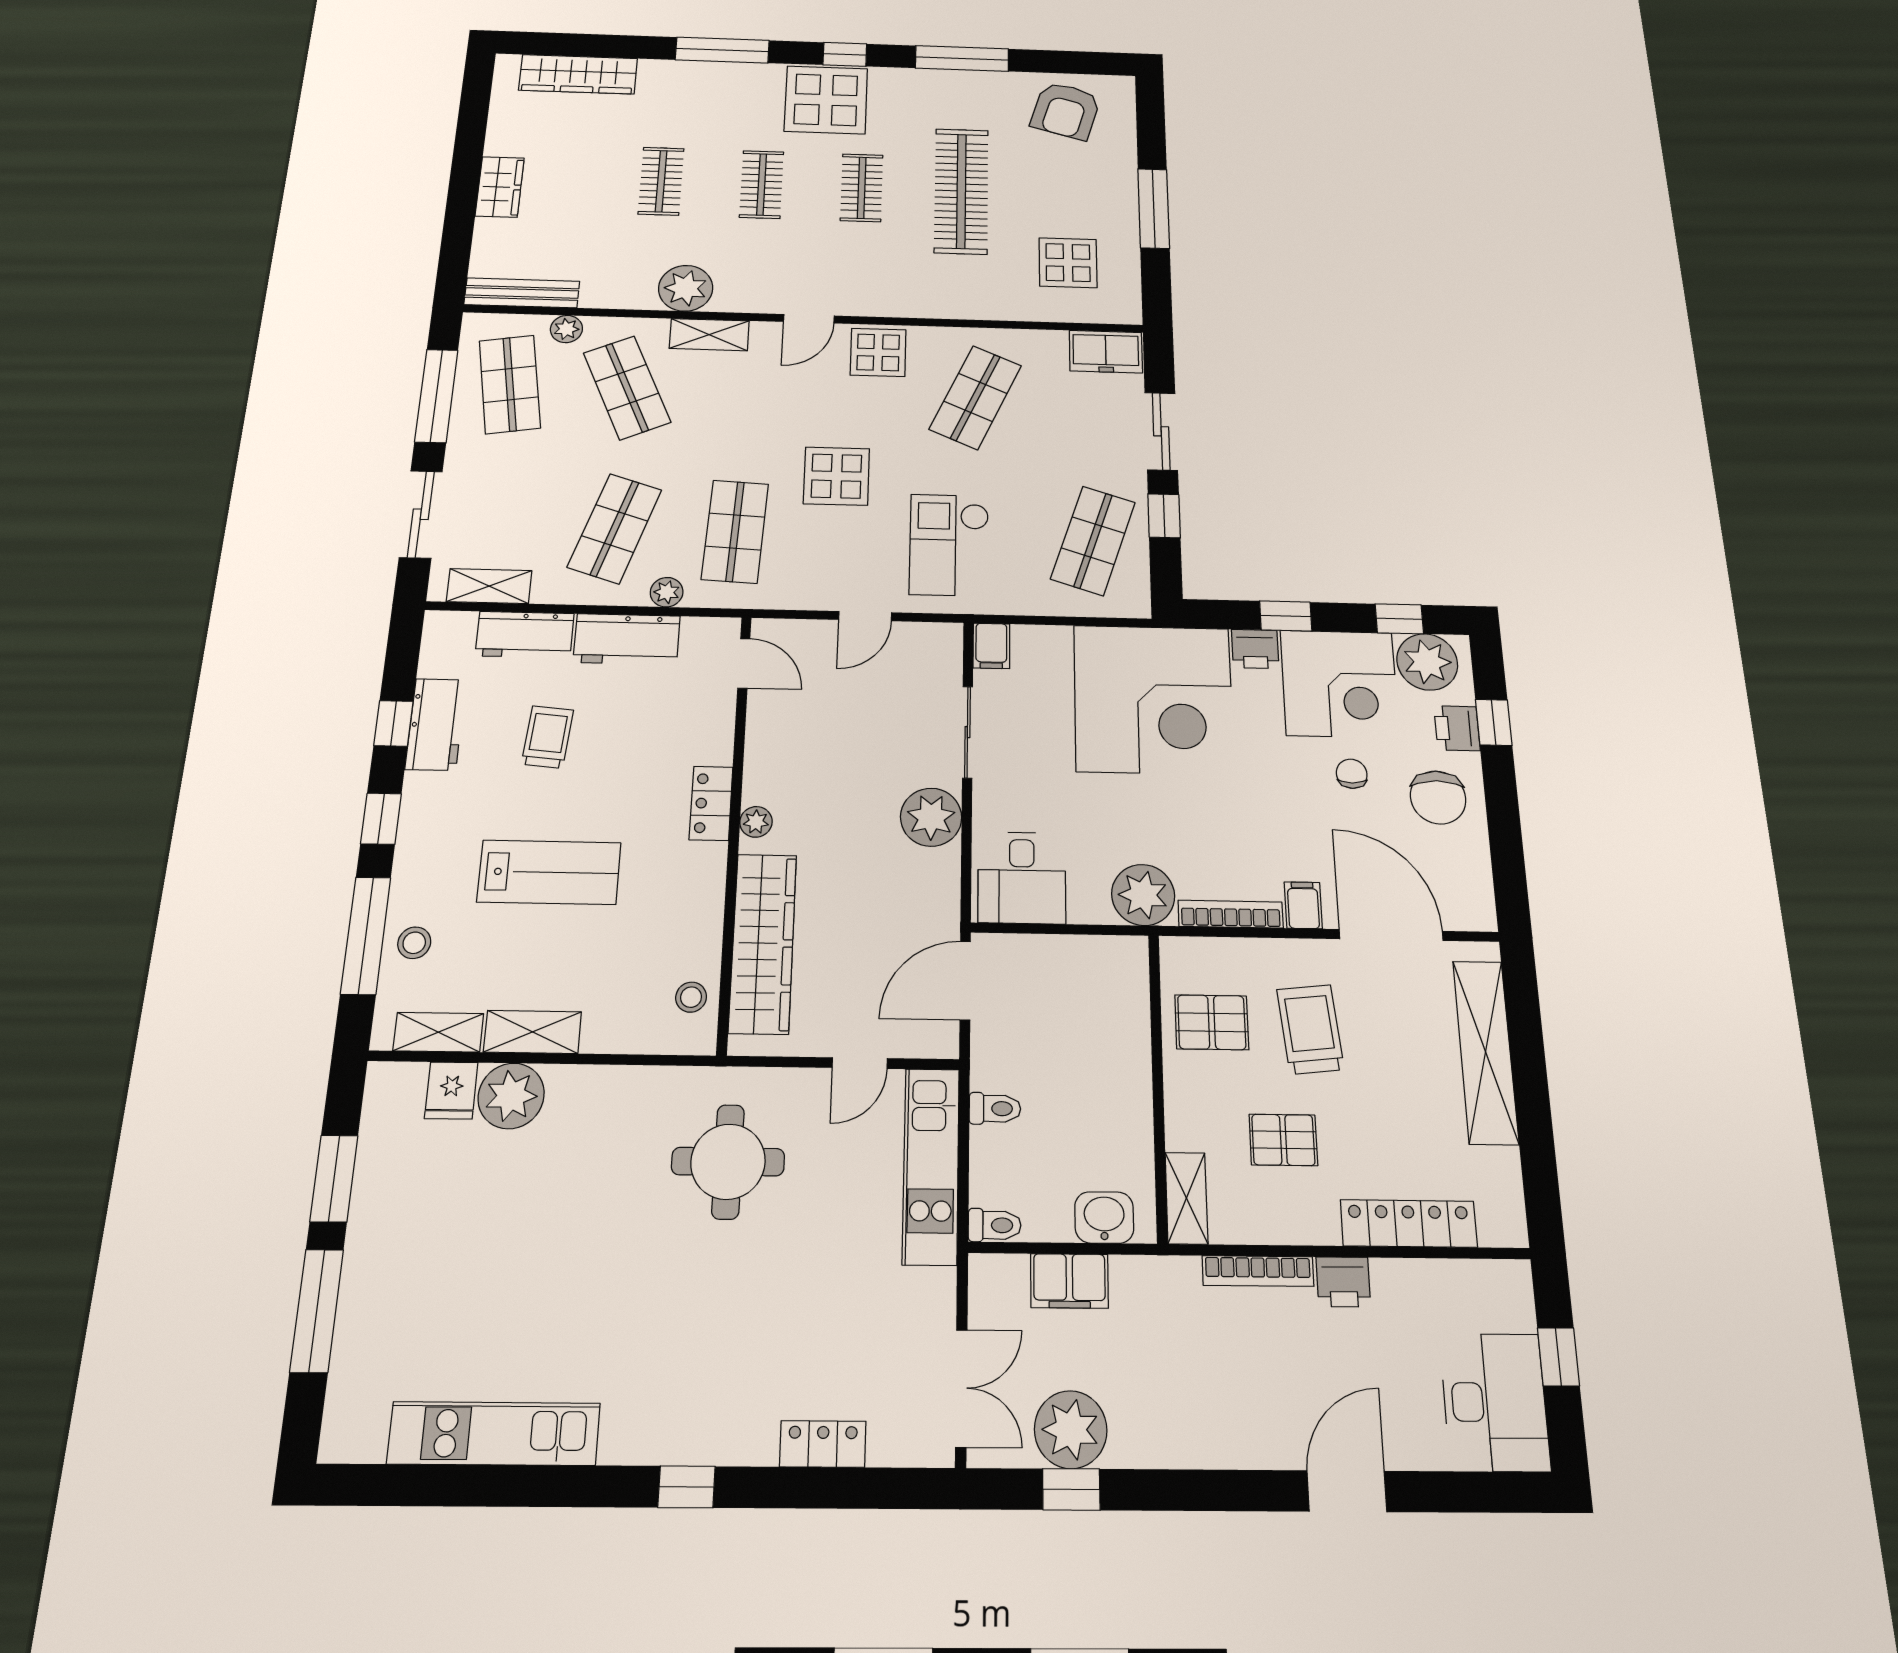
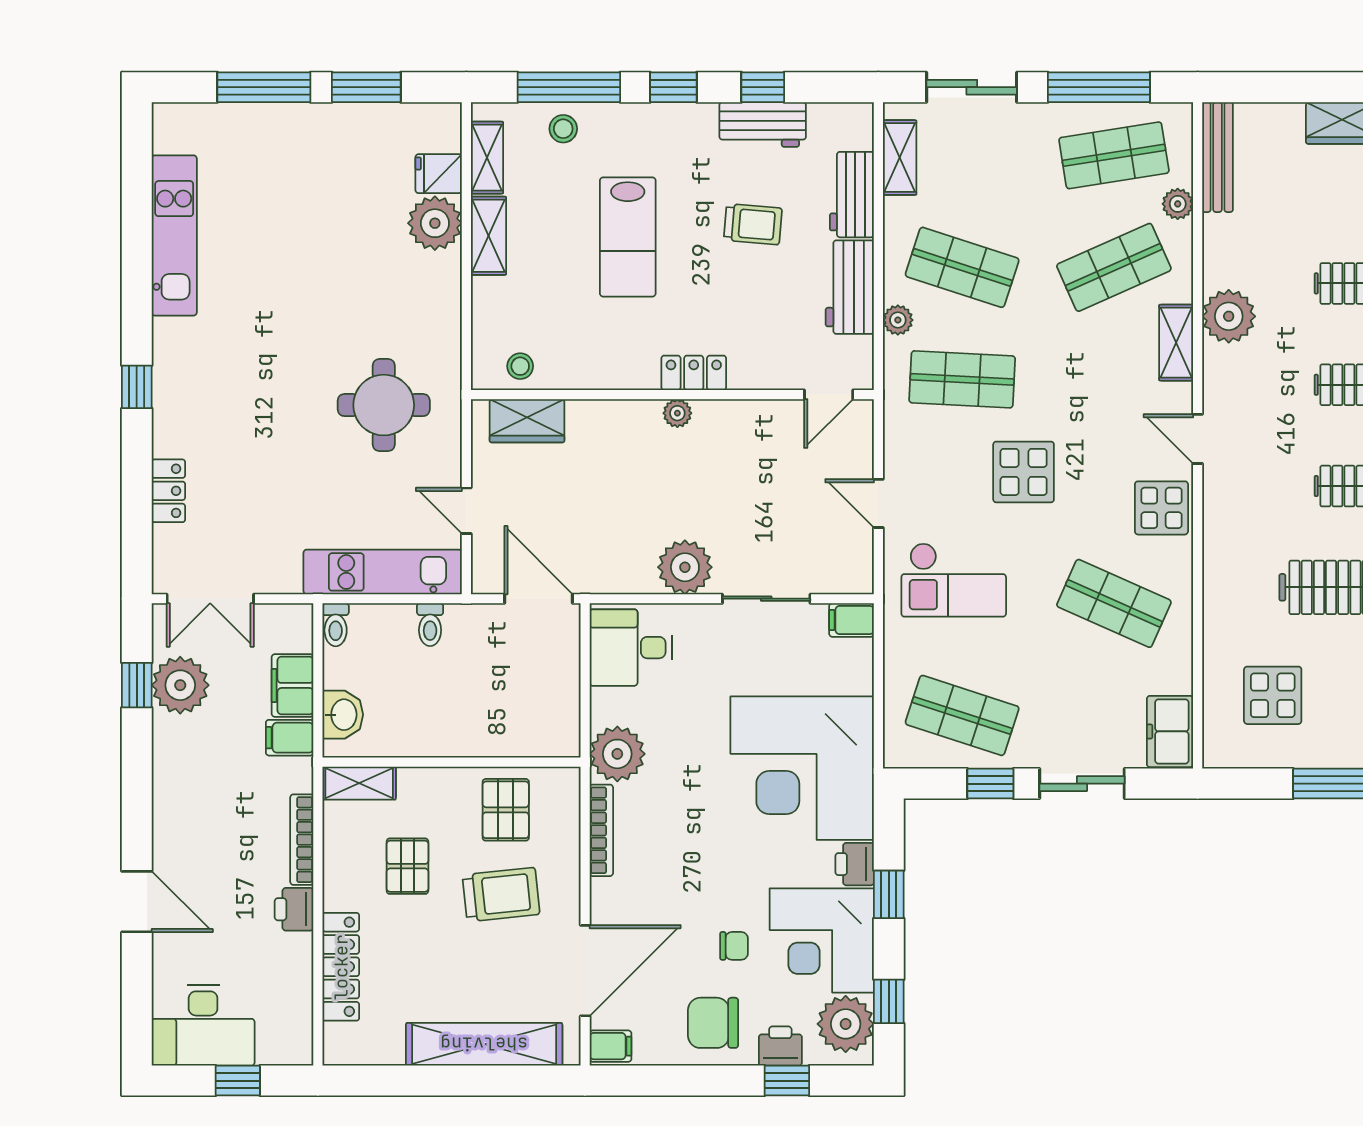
checkout: (949, 545) -> (954, 580), turned 180
filing cabinet: (1303, 905) -> (611, 1046), moved
wardrobe: (763, 943) -> (527, 421), width x0.48, depth x0.85
filing cabinet: (1134, 1285) -> (290, 738), added

